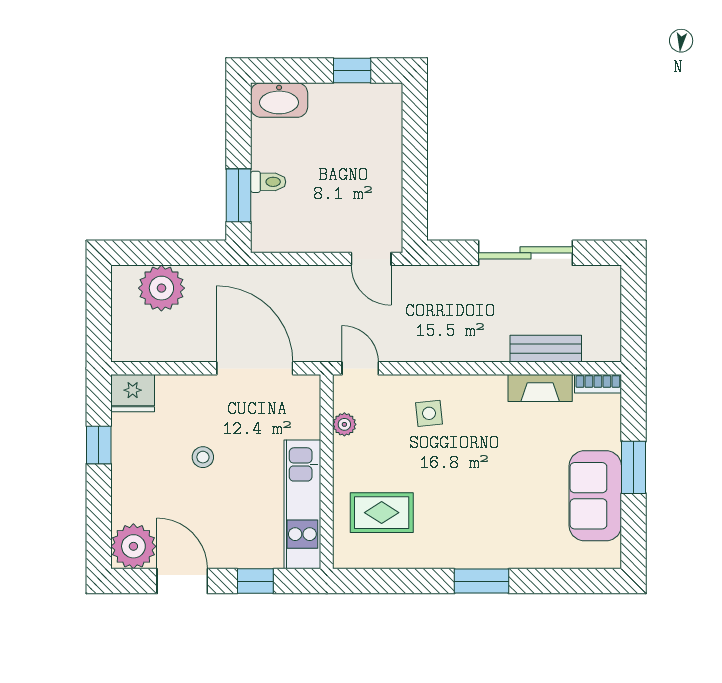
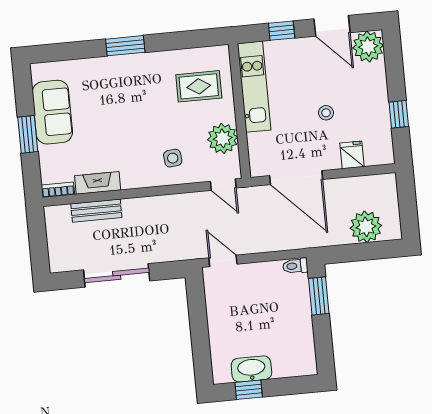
washbasin: (279, 100) -> (251, 369), moved
toilet: (268, 182) -> (295, 266), moved
fridge: (133, 393) -> (352, 155), moved, width x0.72
plant: (344, 424) -> (223, 138), width x1.88, depth x1.88

